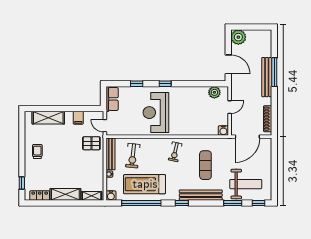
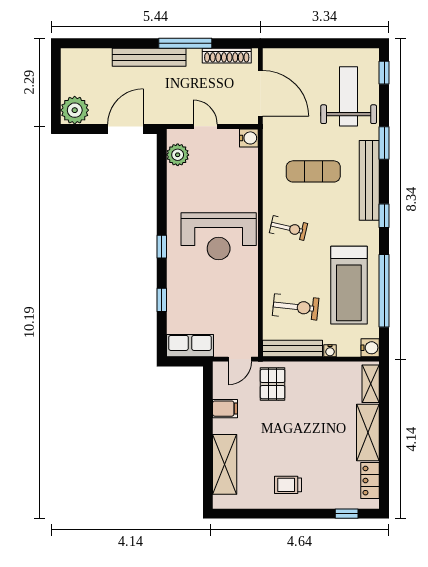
window: (274, 72) -> (185, 43), moved
reception desk: (156, 113) -> (219, 236), moved
window: (233, 203) -> (384, 143), moved

